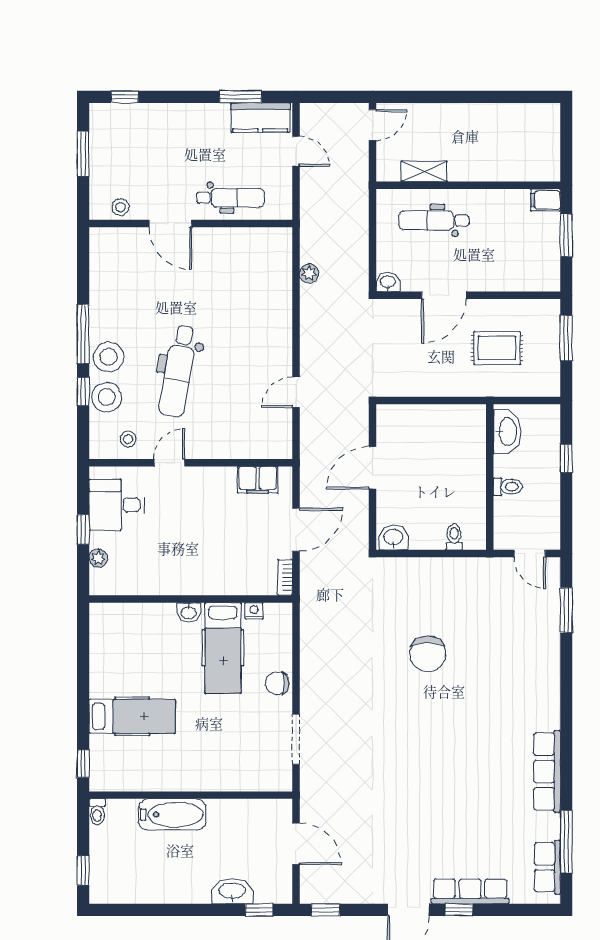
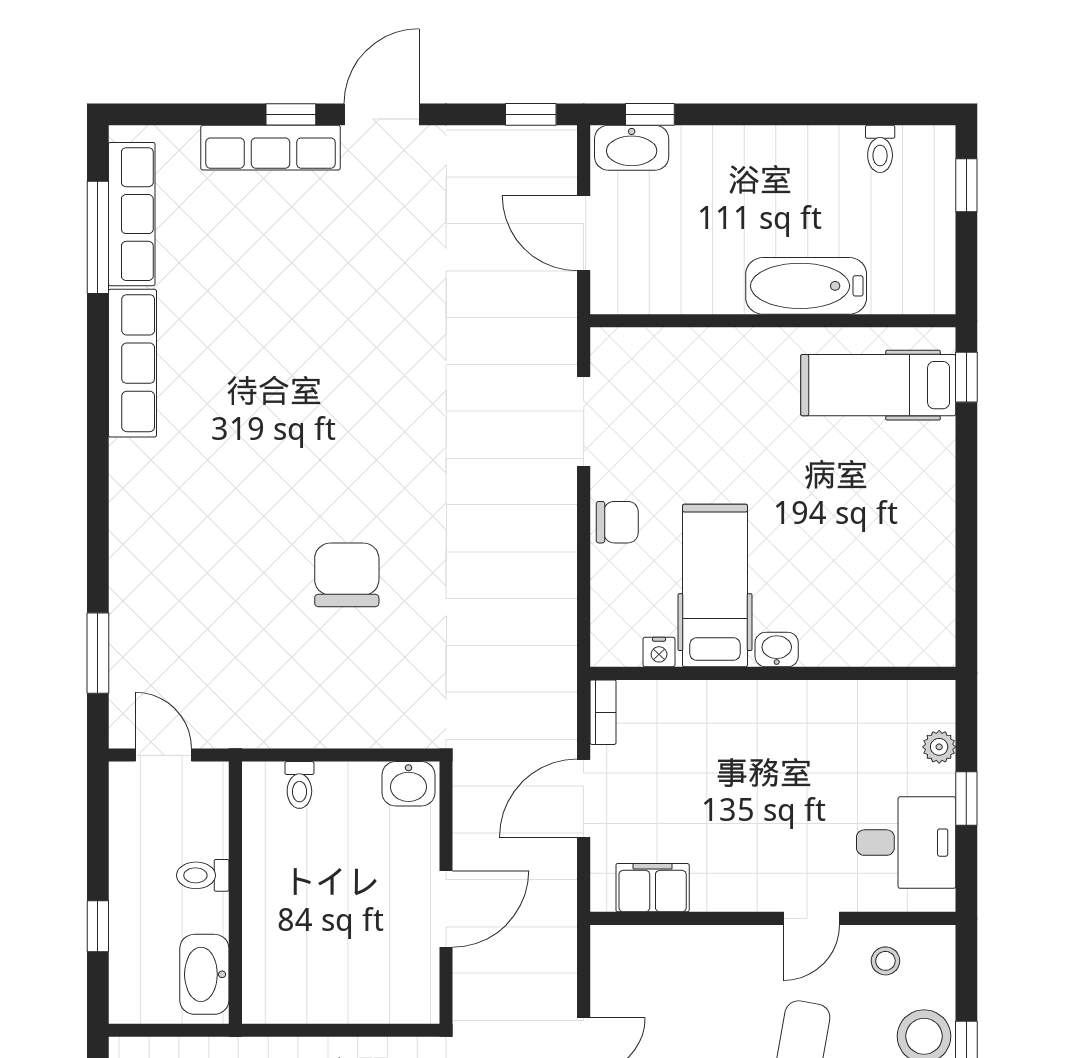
hospital bed: (132, 716) -> (878, 385), moved
toilet: (97, 812) -> (880, 149), moved, turned 180
row of seats: (547, 867) -> (132, 214), width x1.48
washbasin: (232, 891) -> (632, 148), moved

